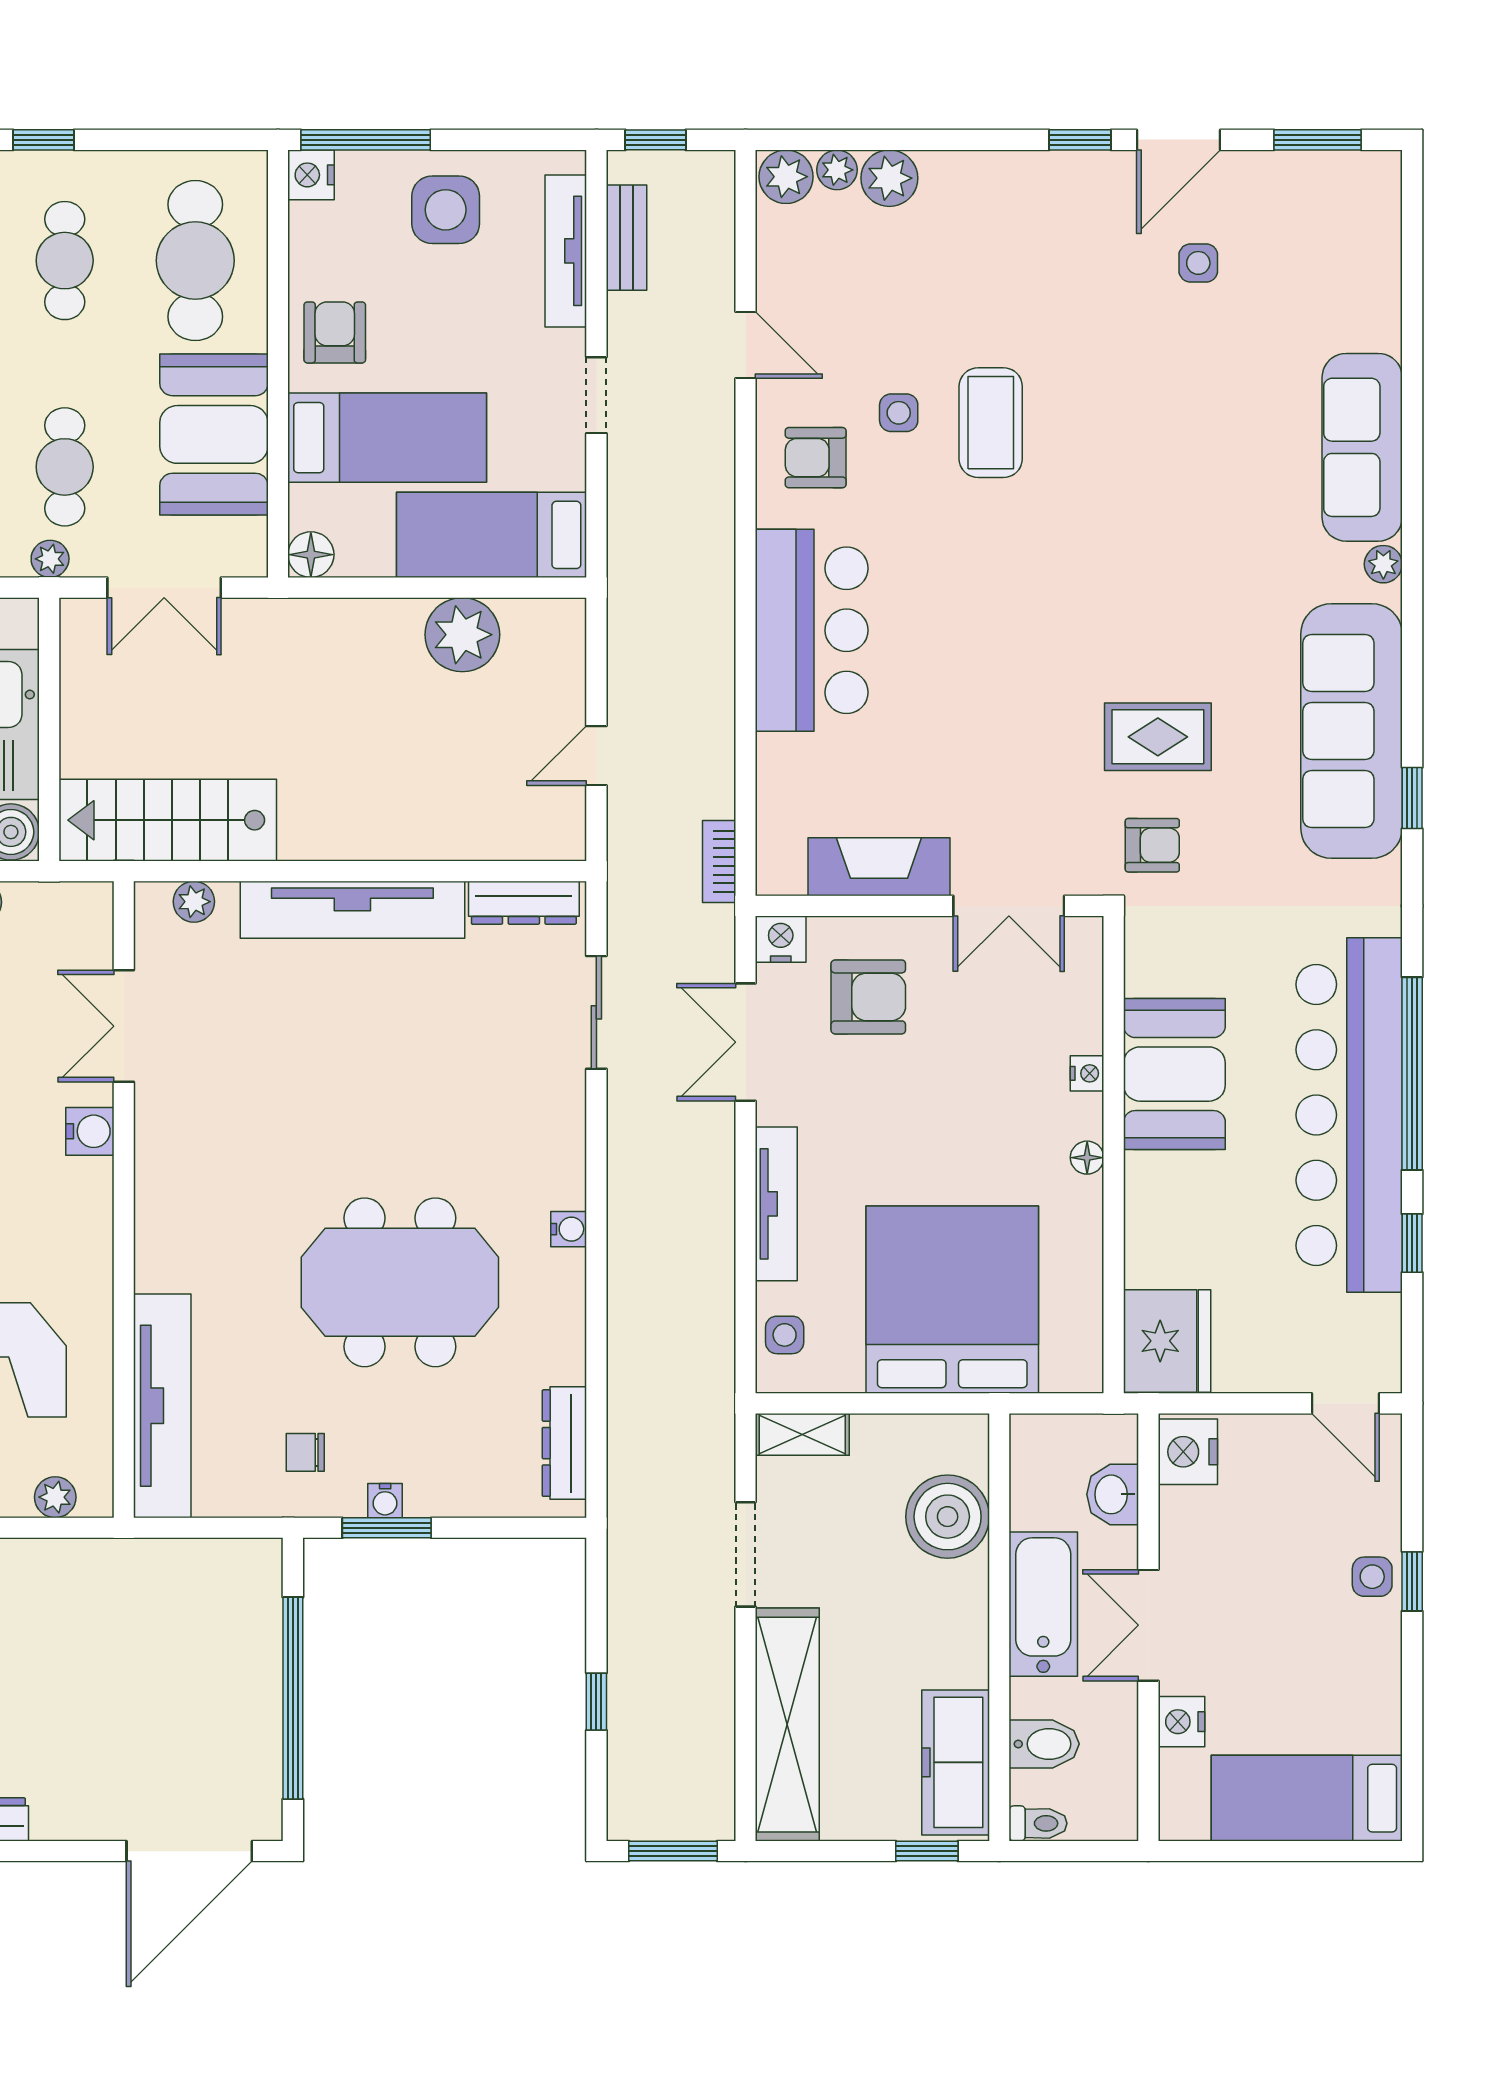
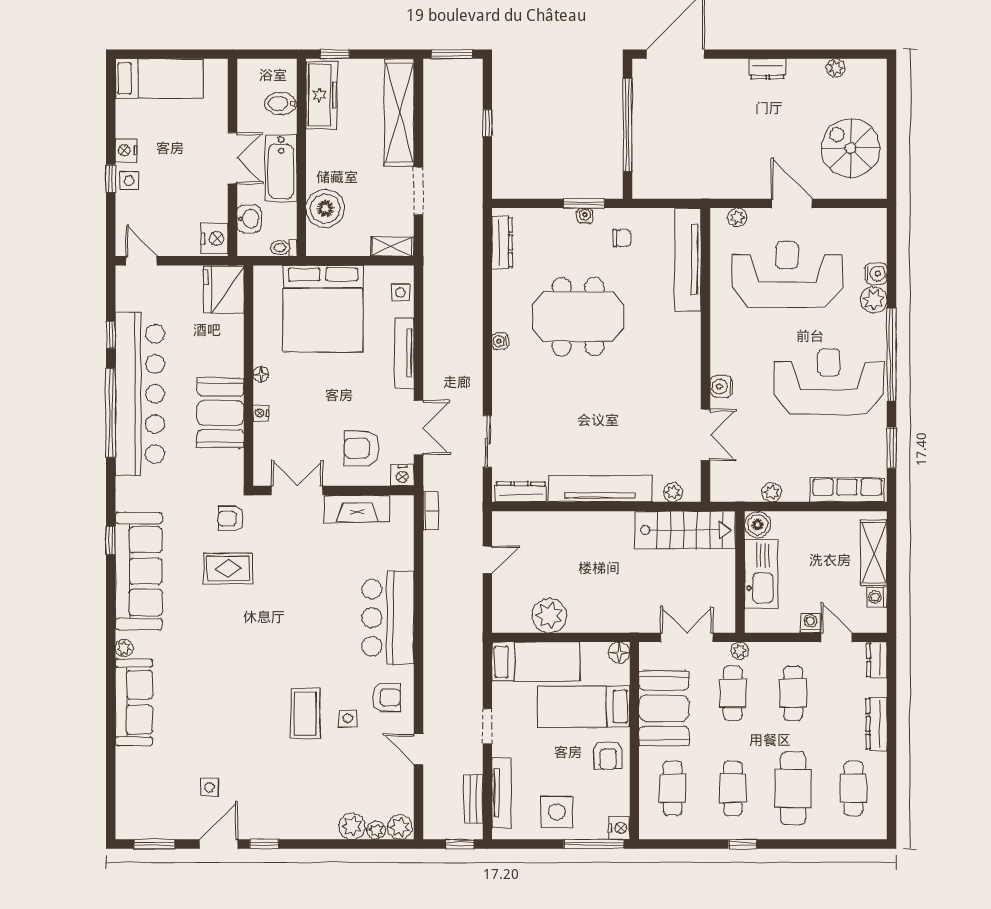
cafe table: (195, 261) -> (673, 788), width x0.73, depth x0.74
nightstand: (1182, 1722) -> (126, 150), moved, turned 180
toilet: (1038, 1823) -> (283, 248), moved

